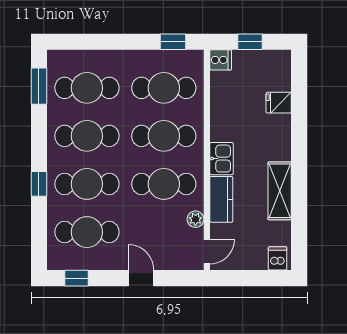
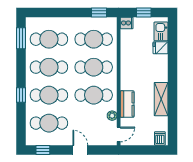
kitchen sink: (222, 159) -> (161, 31), moved, turned 180

